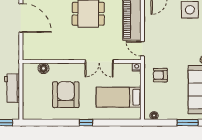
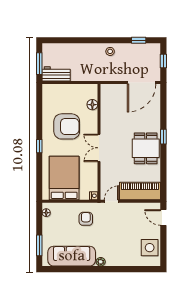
double door: (99, 62) -> (99, 148), moved
workbench: (12, 88) -> (56, 74), moved
bed: (119, 97) -> (64, 178), width x1.50

